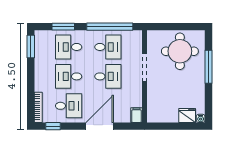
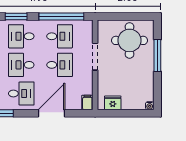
fridge: (187, 115) -> (113, 103), moved

